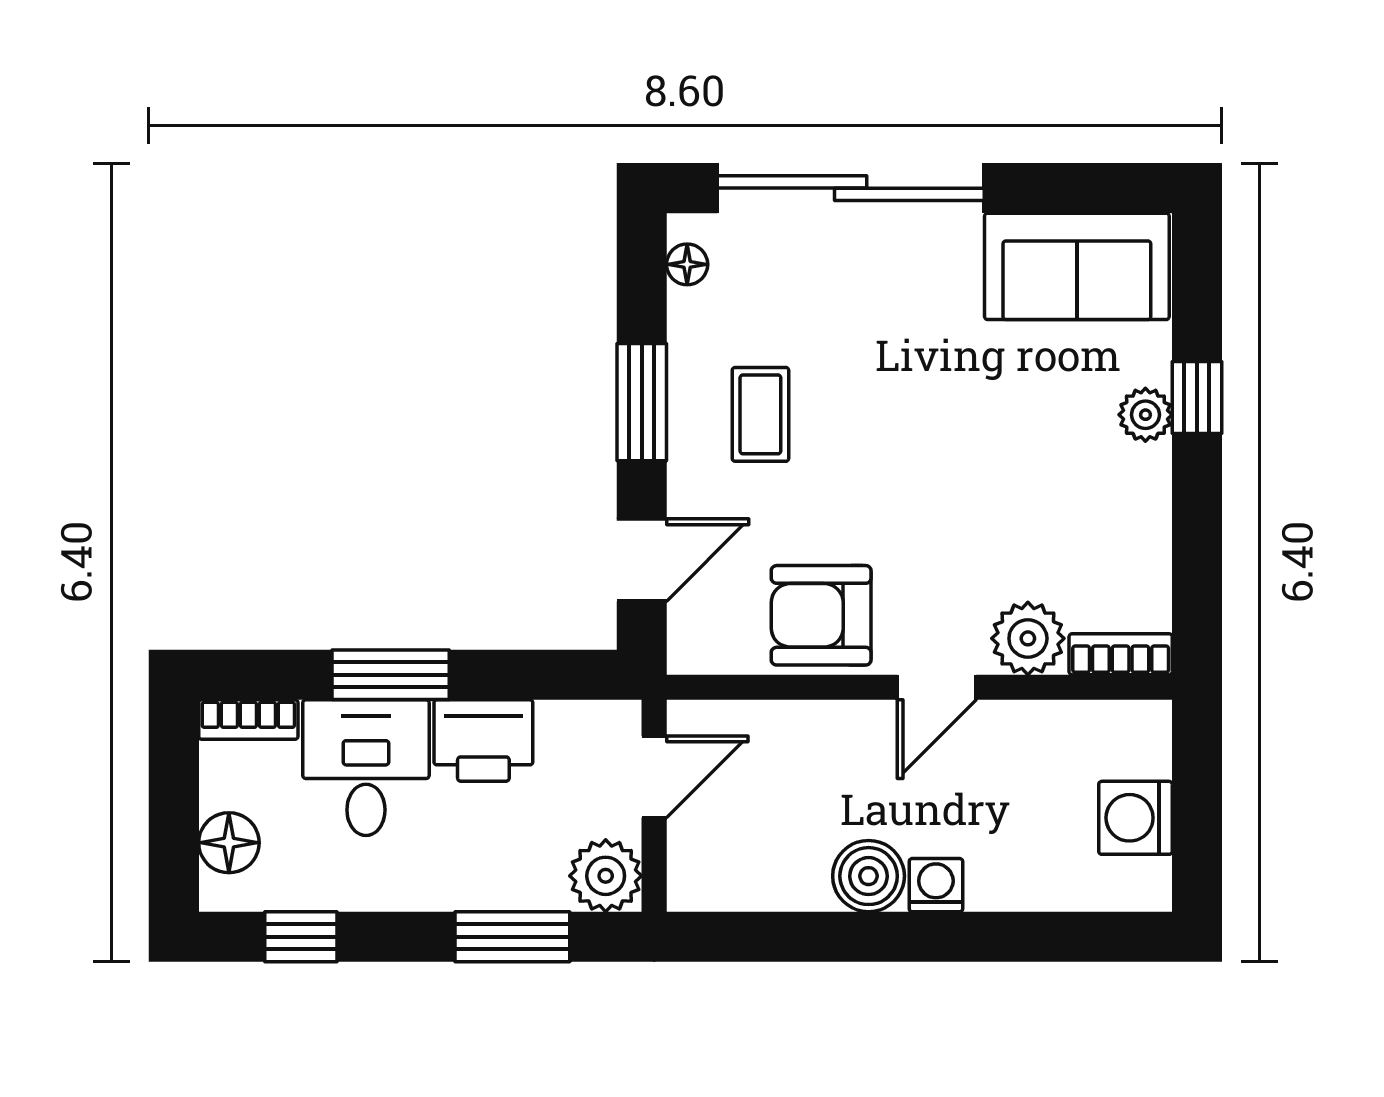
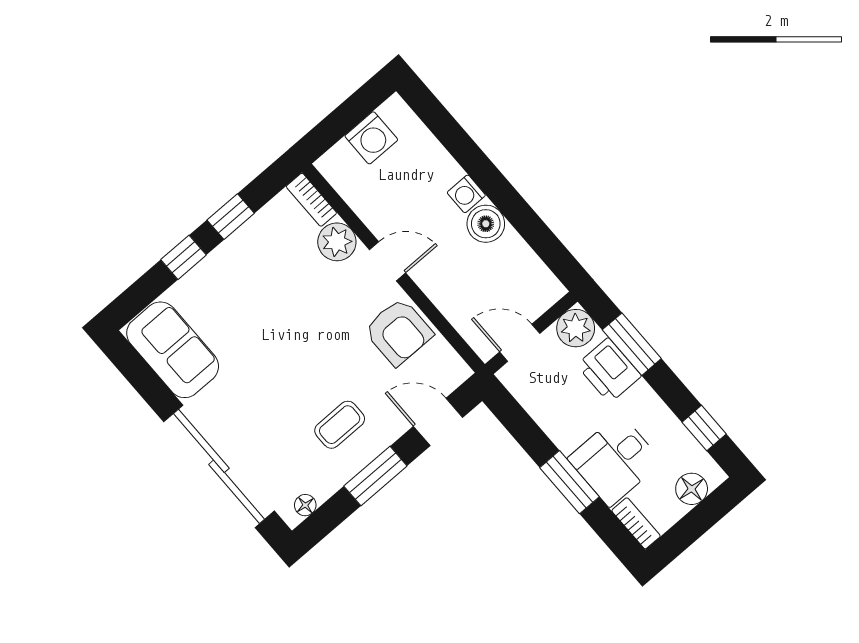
plant: (1145, 415) -> (208, 272), removed
window: (1197, 516) -> (231, 217), added
printer: (483, 741) -> (609, 370), moved, turned 180

